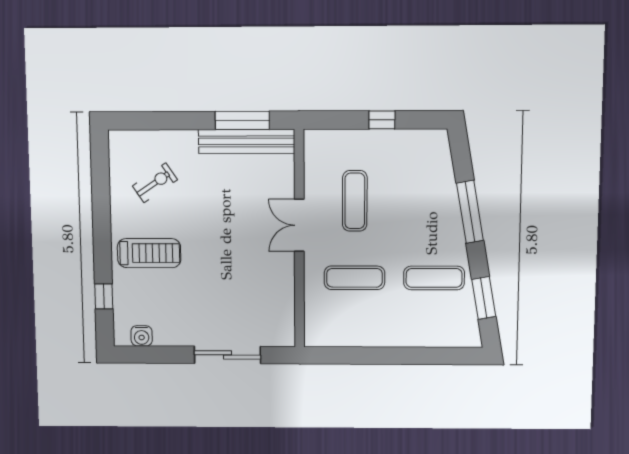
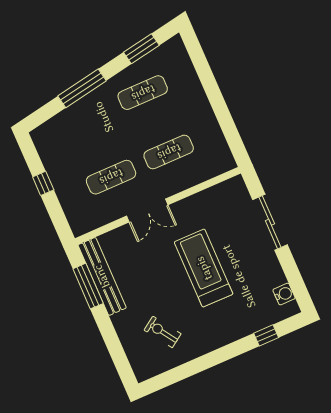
treadmill: (149, 253) -> (204, 268), moved, width x1.37, depth x1.38
exercise mat: (354, 278) -> (169, 152), turned 90
exercise mat: (434, 278) -> (143, 93), turned 90

